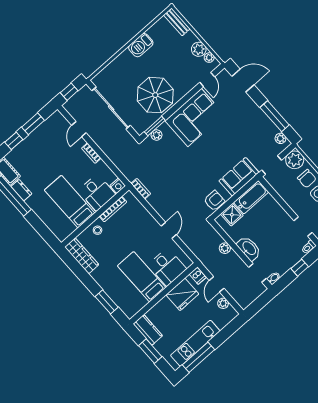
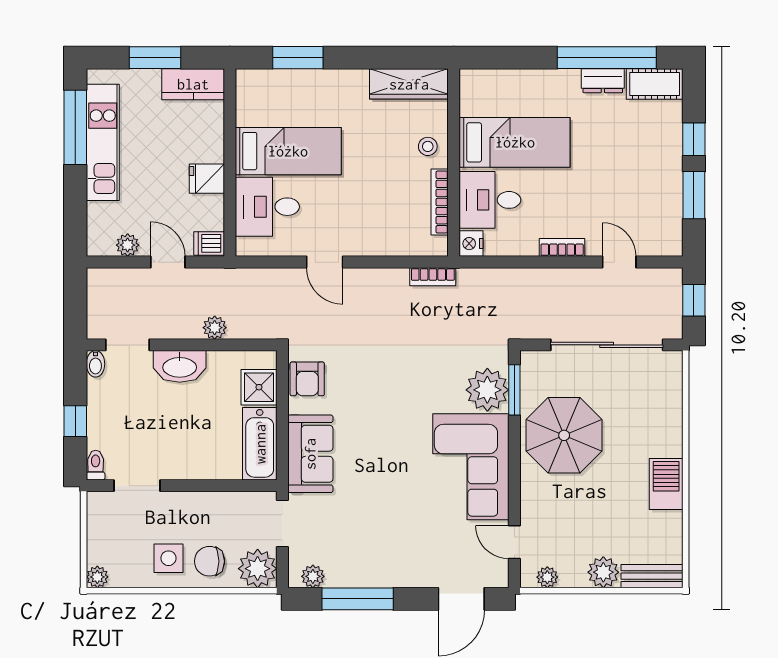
plant: (199, 49) -> (603, 572), moved
plant: (156, 135) -> (487, 390), width x1.87, depth x1.87
fridge: (182, 294) -> (207, 179), width x0.53, depth x0.75

